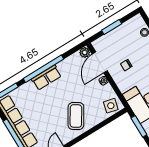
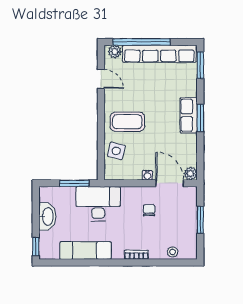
window: (43, 69) -> (200, 118), width x0.47
side table: (111, 106) -> (116, 151), moved
coffee table: (76, 116) -> (127, 122), turned -32

